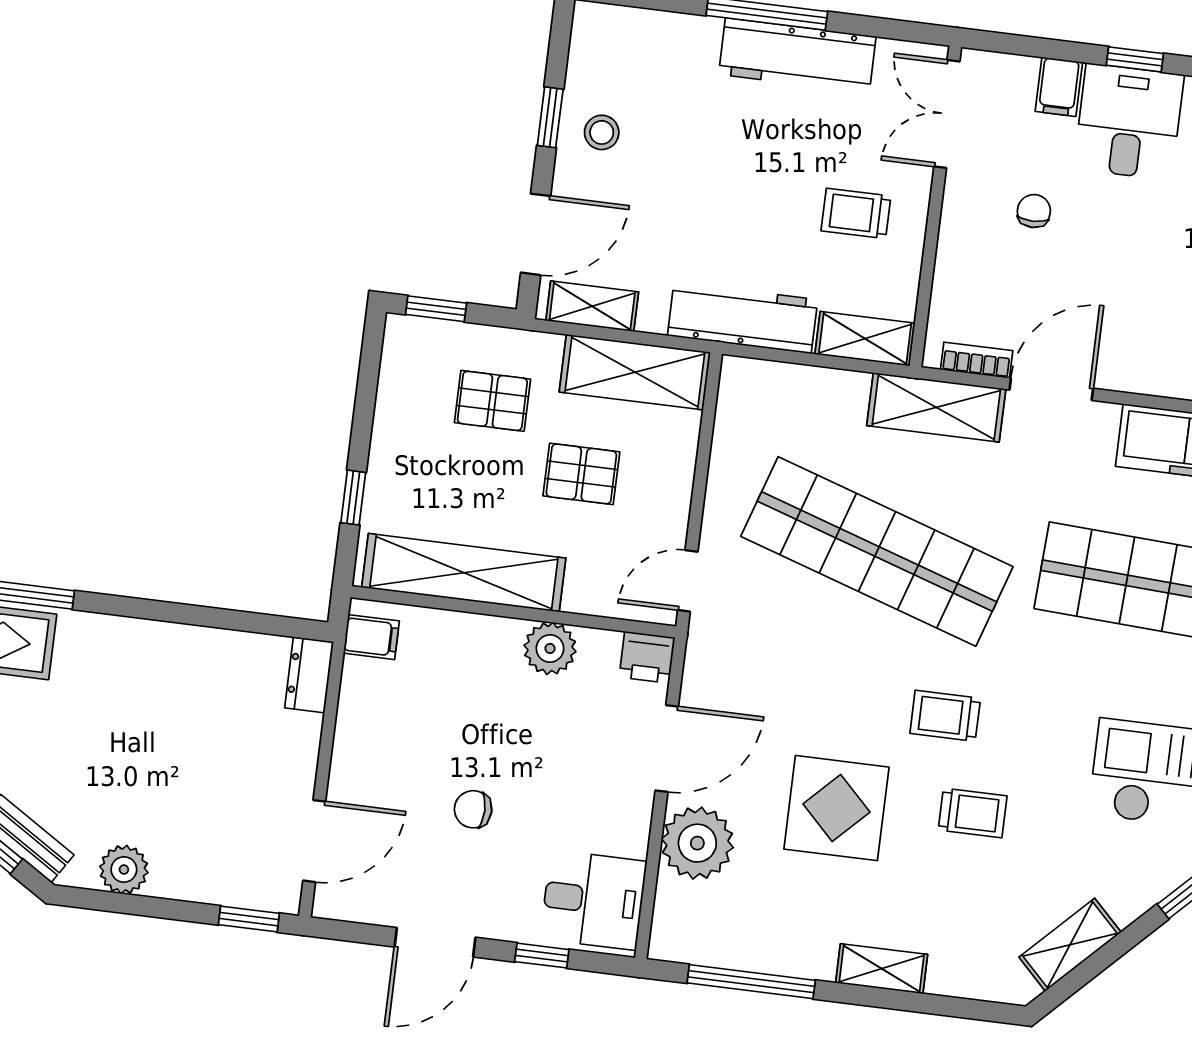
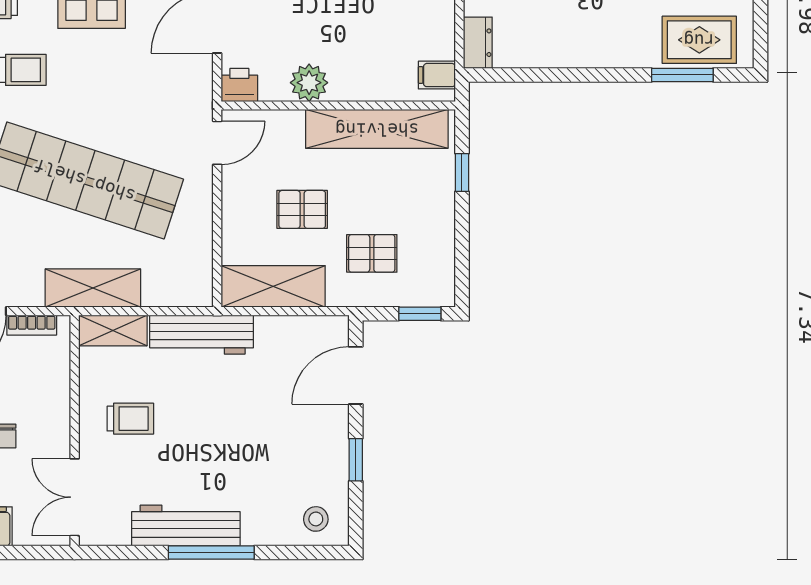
double door: (947, 114) -> (75, 497), swing flipped
stool: (602, 132) -> (316, 519), moved
shelving: (592, 306) -> (309, 329), removed
shelving: (936, 407) -> (93, 288), moved

